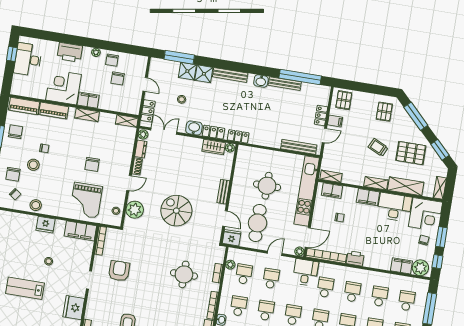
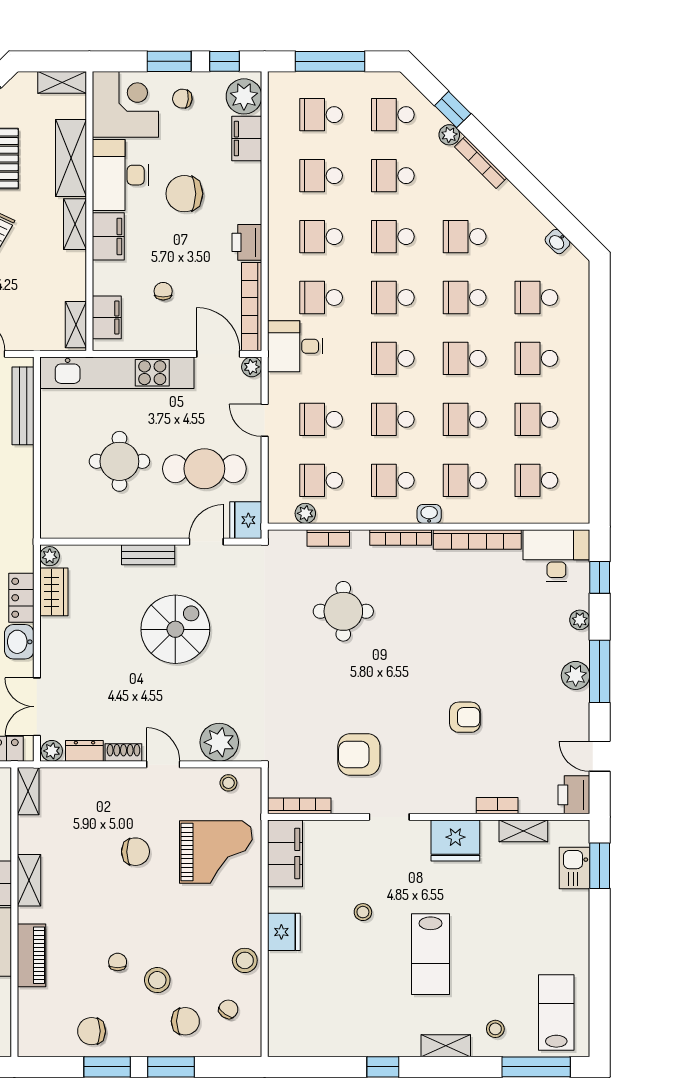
piano: (24, 106) -> (32, 1021), removed
locker: (238, 136) -> (22, 542), removed
spiral stairs: (176, 211) -> (175, 629), moved, turned 180
chair: (381, 234) -> (184, 194), added

